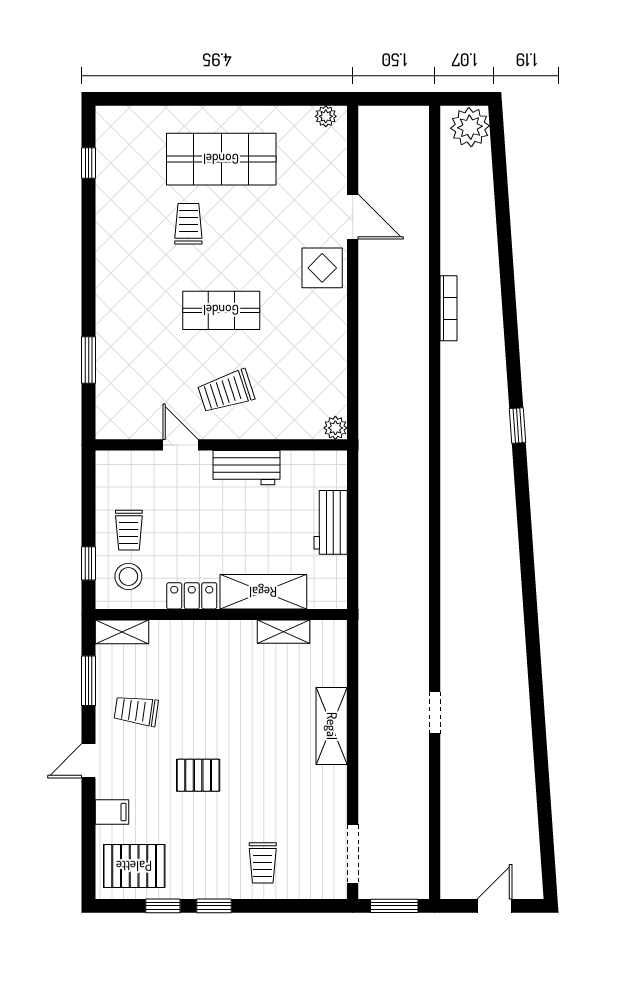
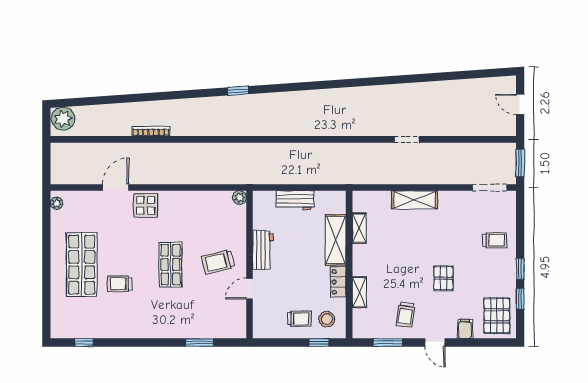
bookcase: (448, 308) -> (151, 131), moved
trolley: (226, 391) -> (218, 262), turned 95
shelving: (122, 632) -> (359, 292), moved

